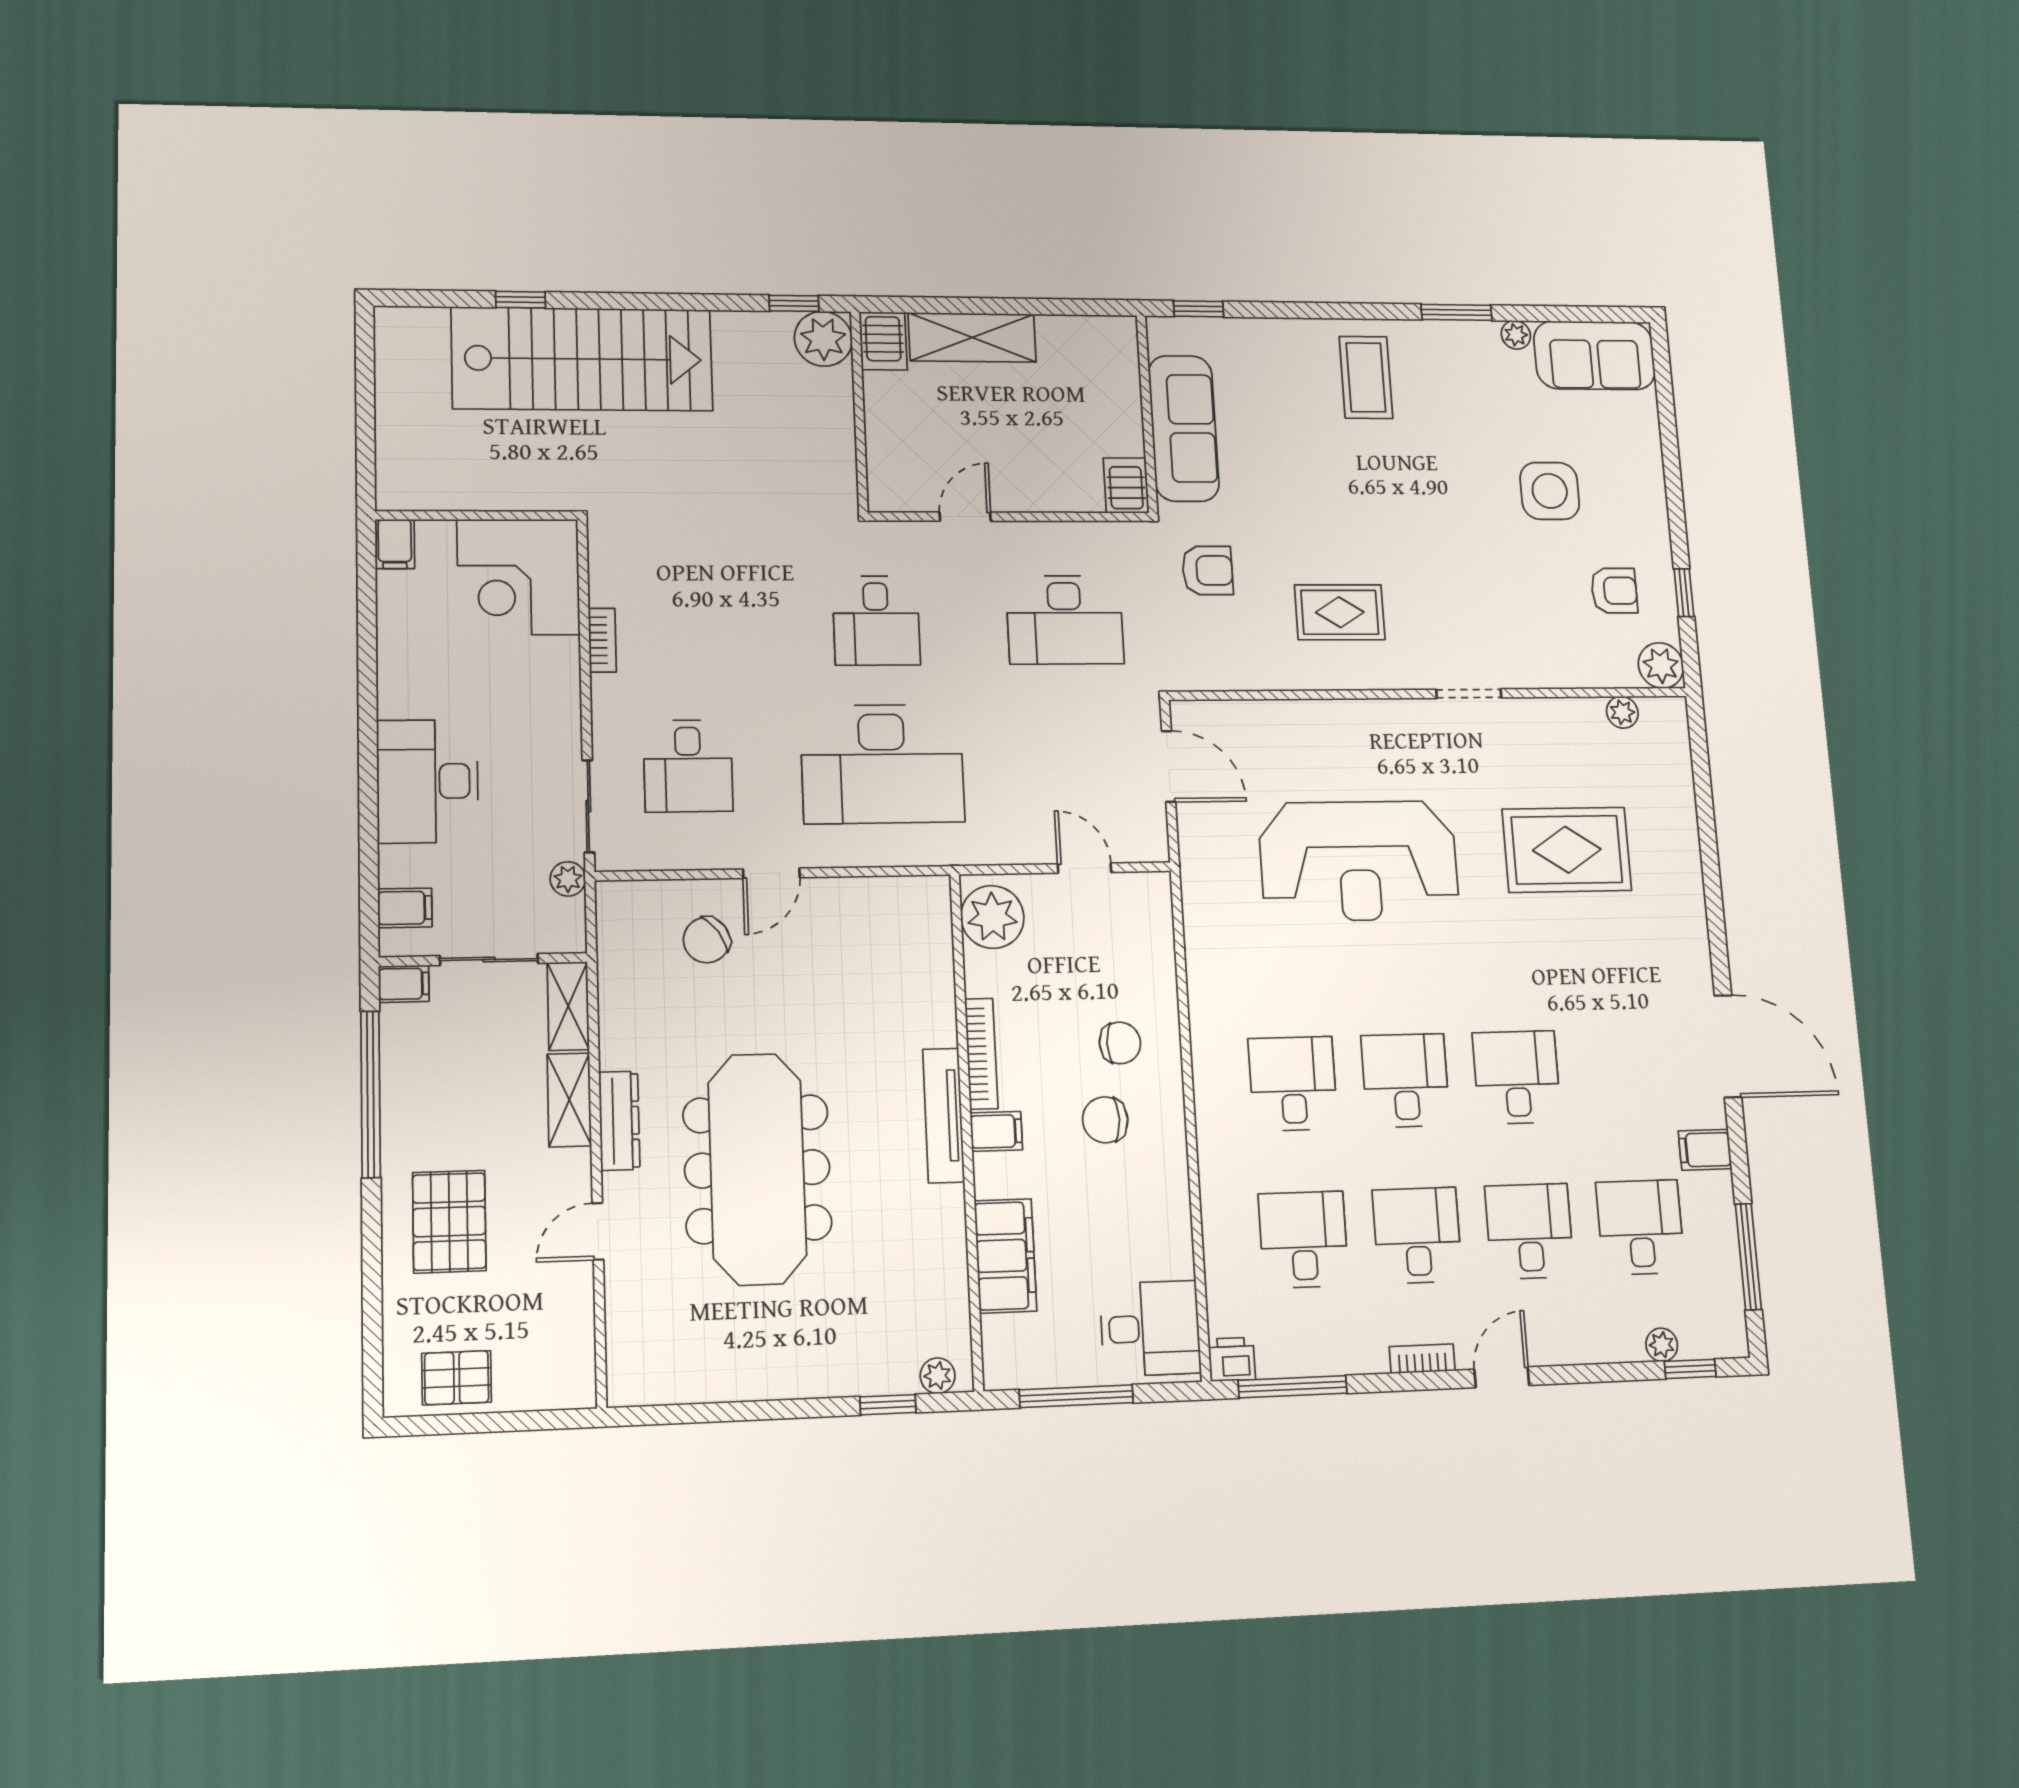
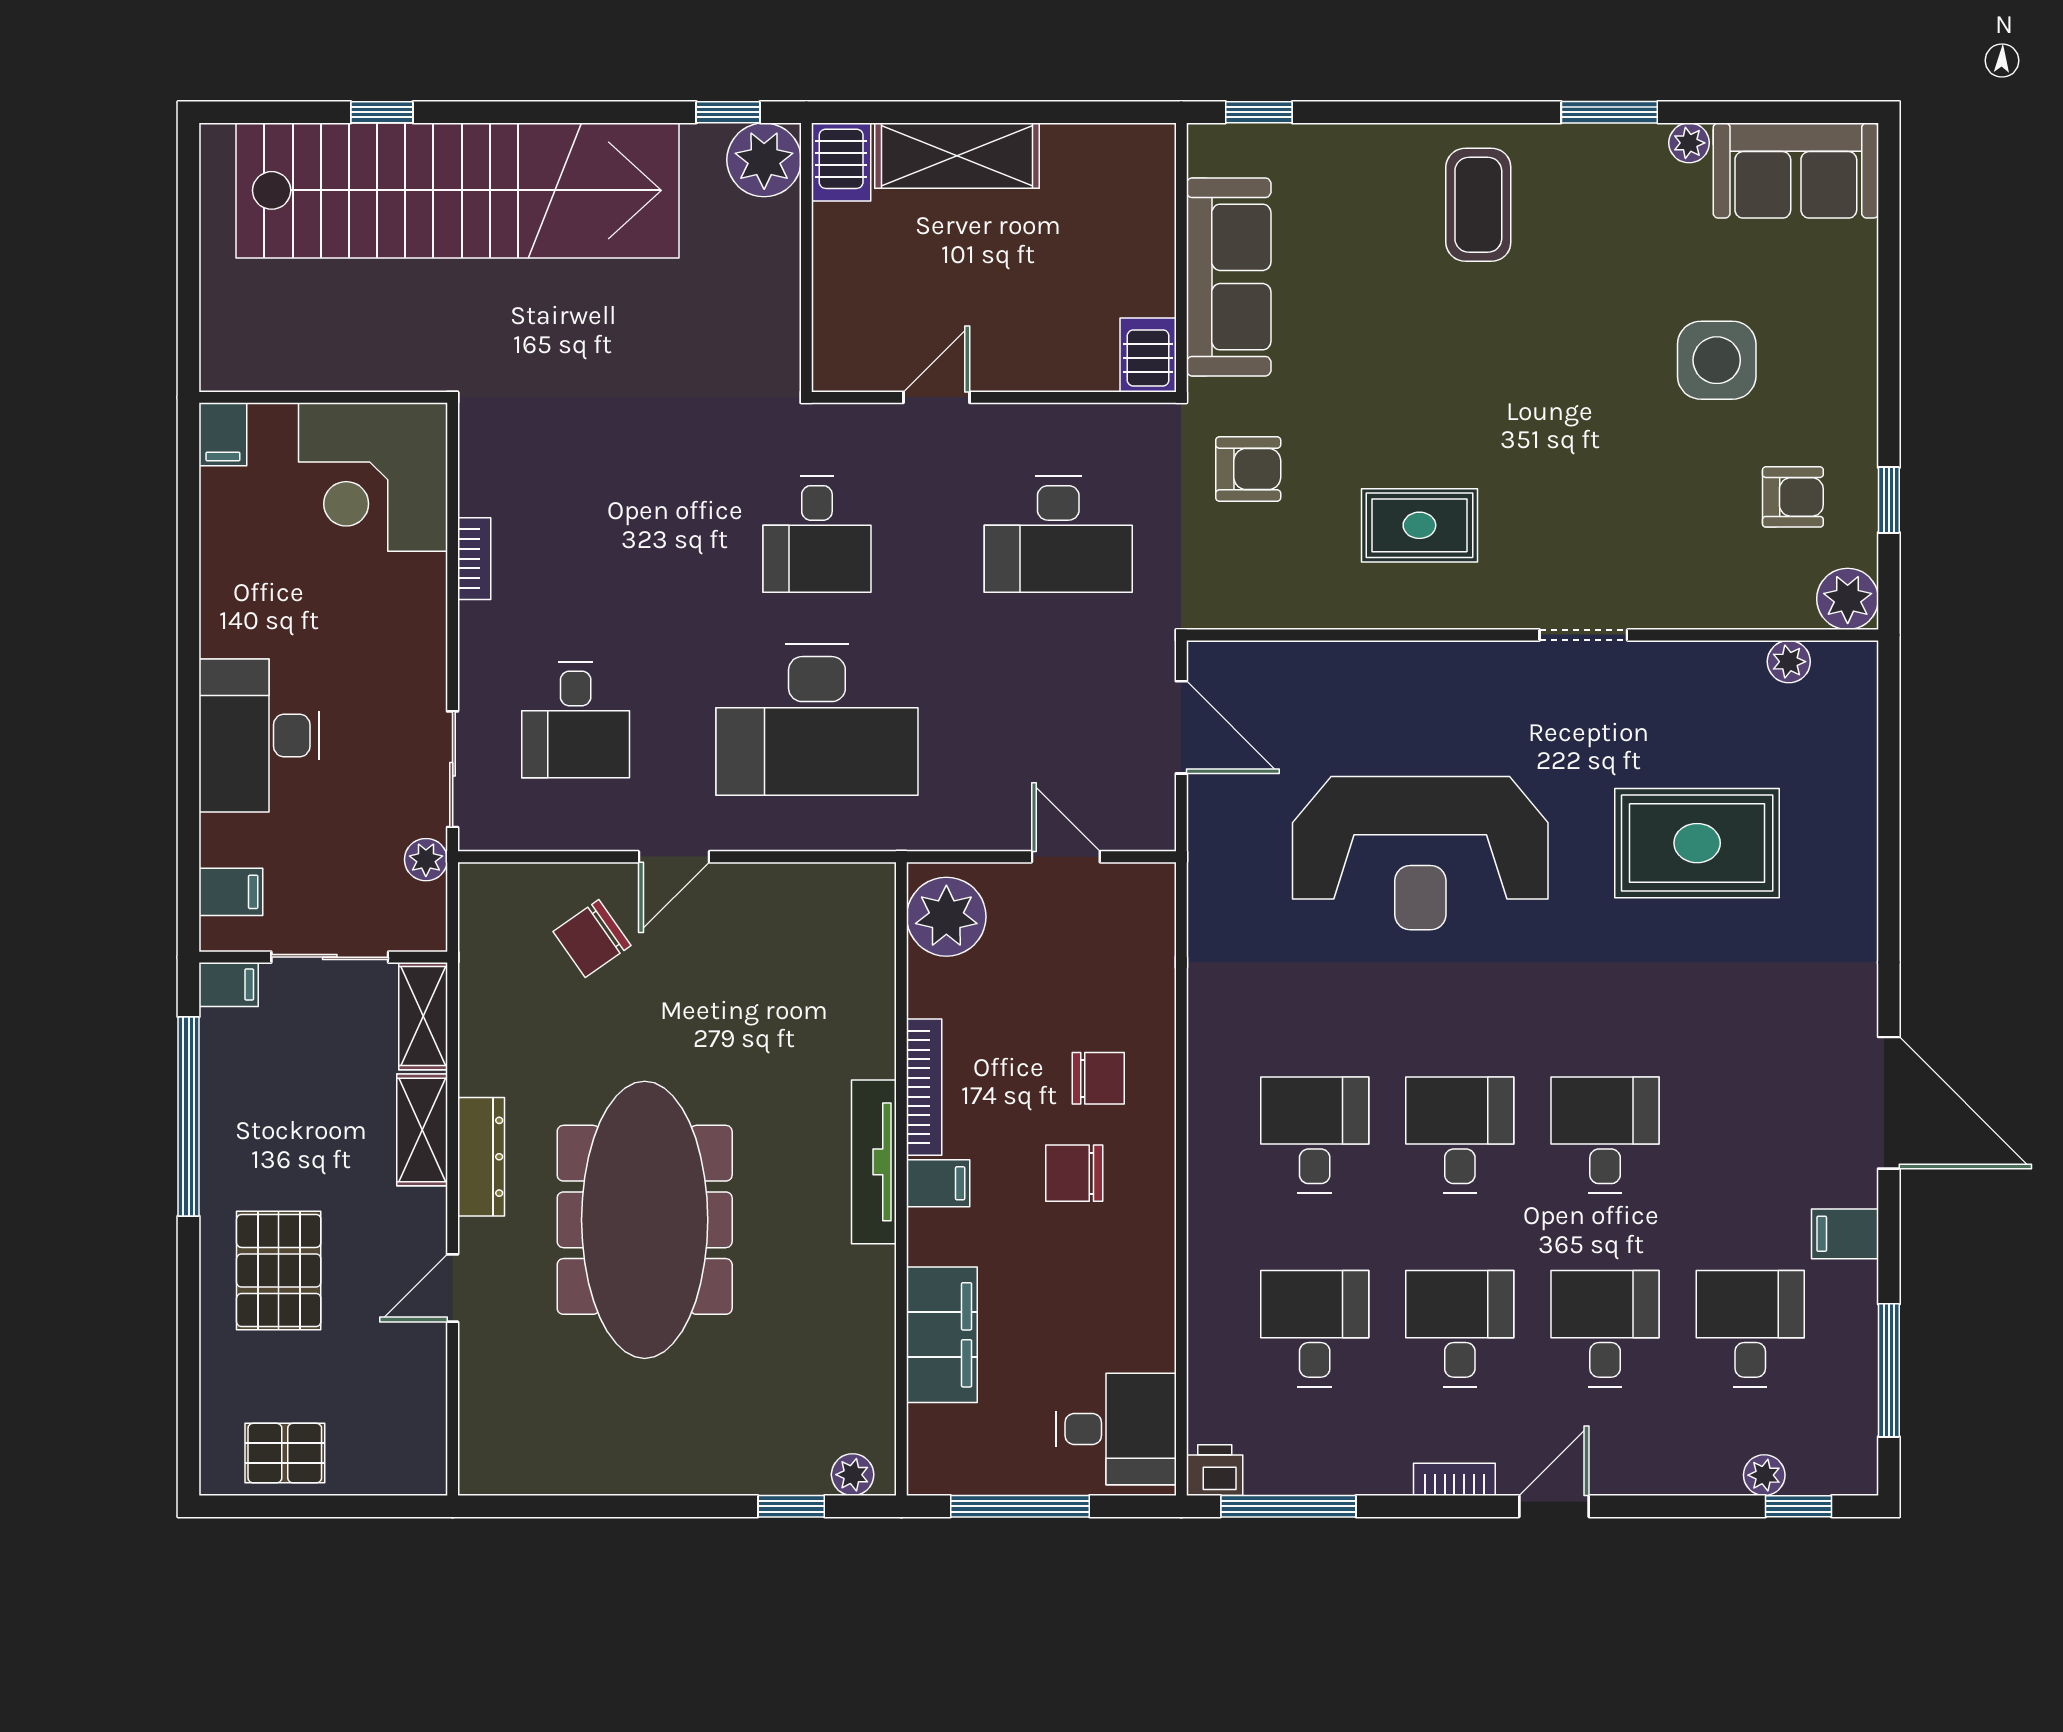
stairs: (582, 359) -> (458, 190), width x1.36

